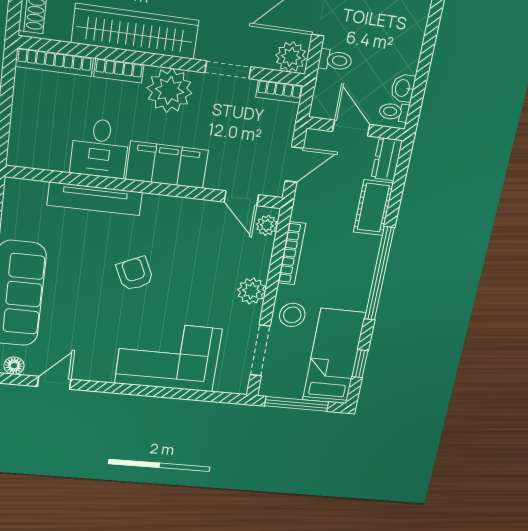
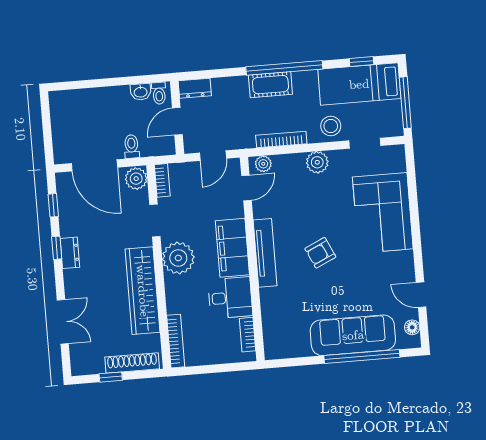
bookcase: (119, 71) -> (248, 335), moved, turned 180
door: (294, 165) -> (213, 156), swing flipped
tv unit: (95, 199) -> (265, 253), moved
cot: (373, 208) -> (270, 85), moved
doorway: (260, 350) -> (365, 143), width x0.73

